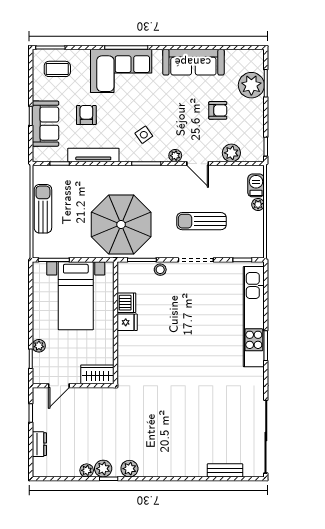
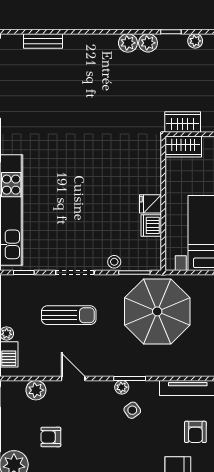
plant: (175, 156) -> (122, 387), moved
wardrobe: (98, 397) -> (183, 122), added
plant: (103, 469) -> (128, 43), moved

